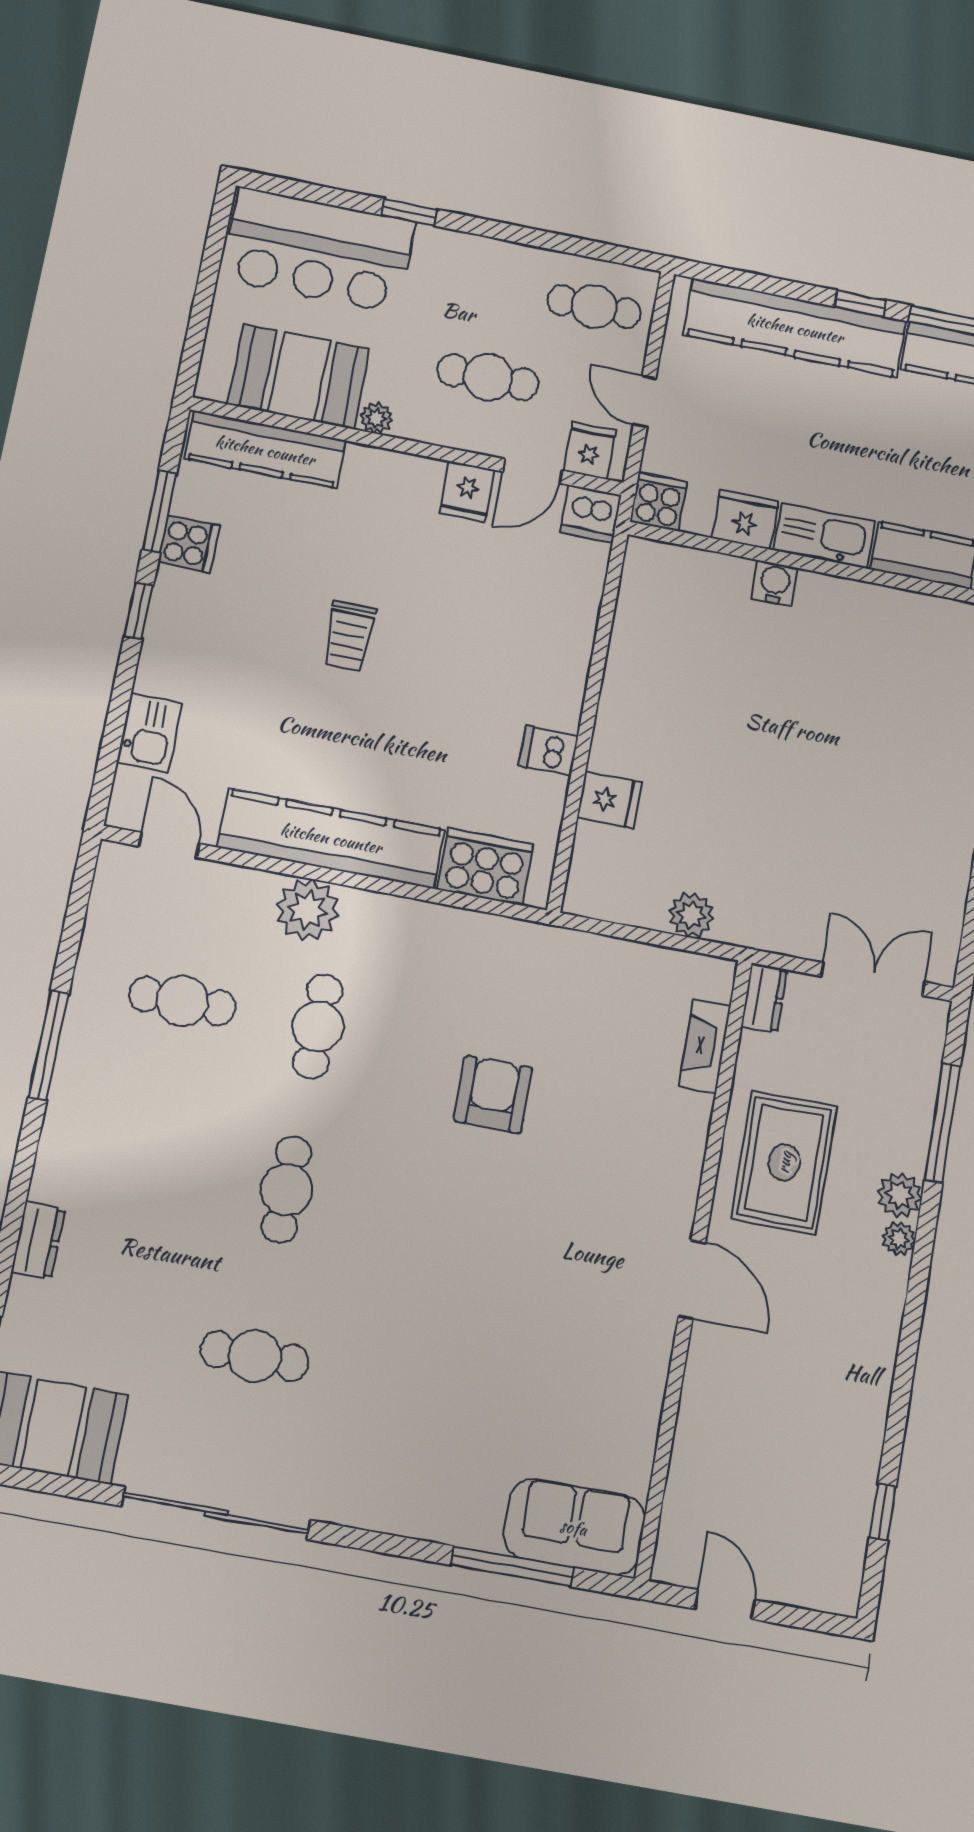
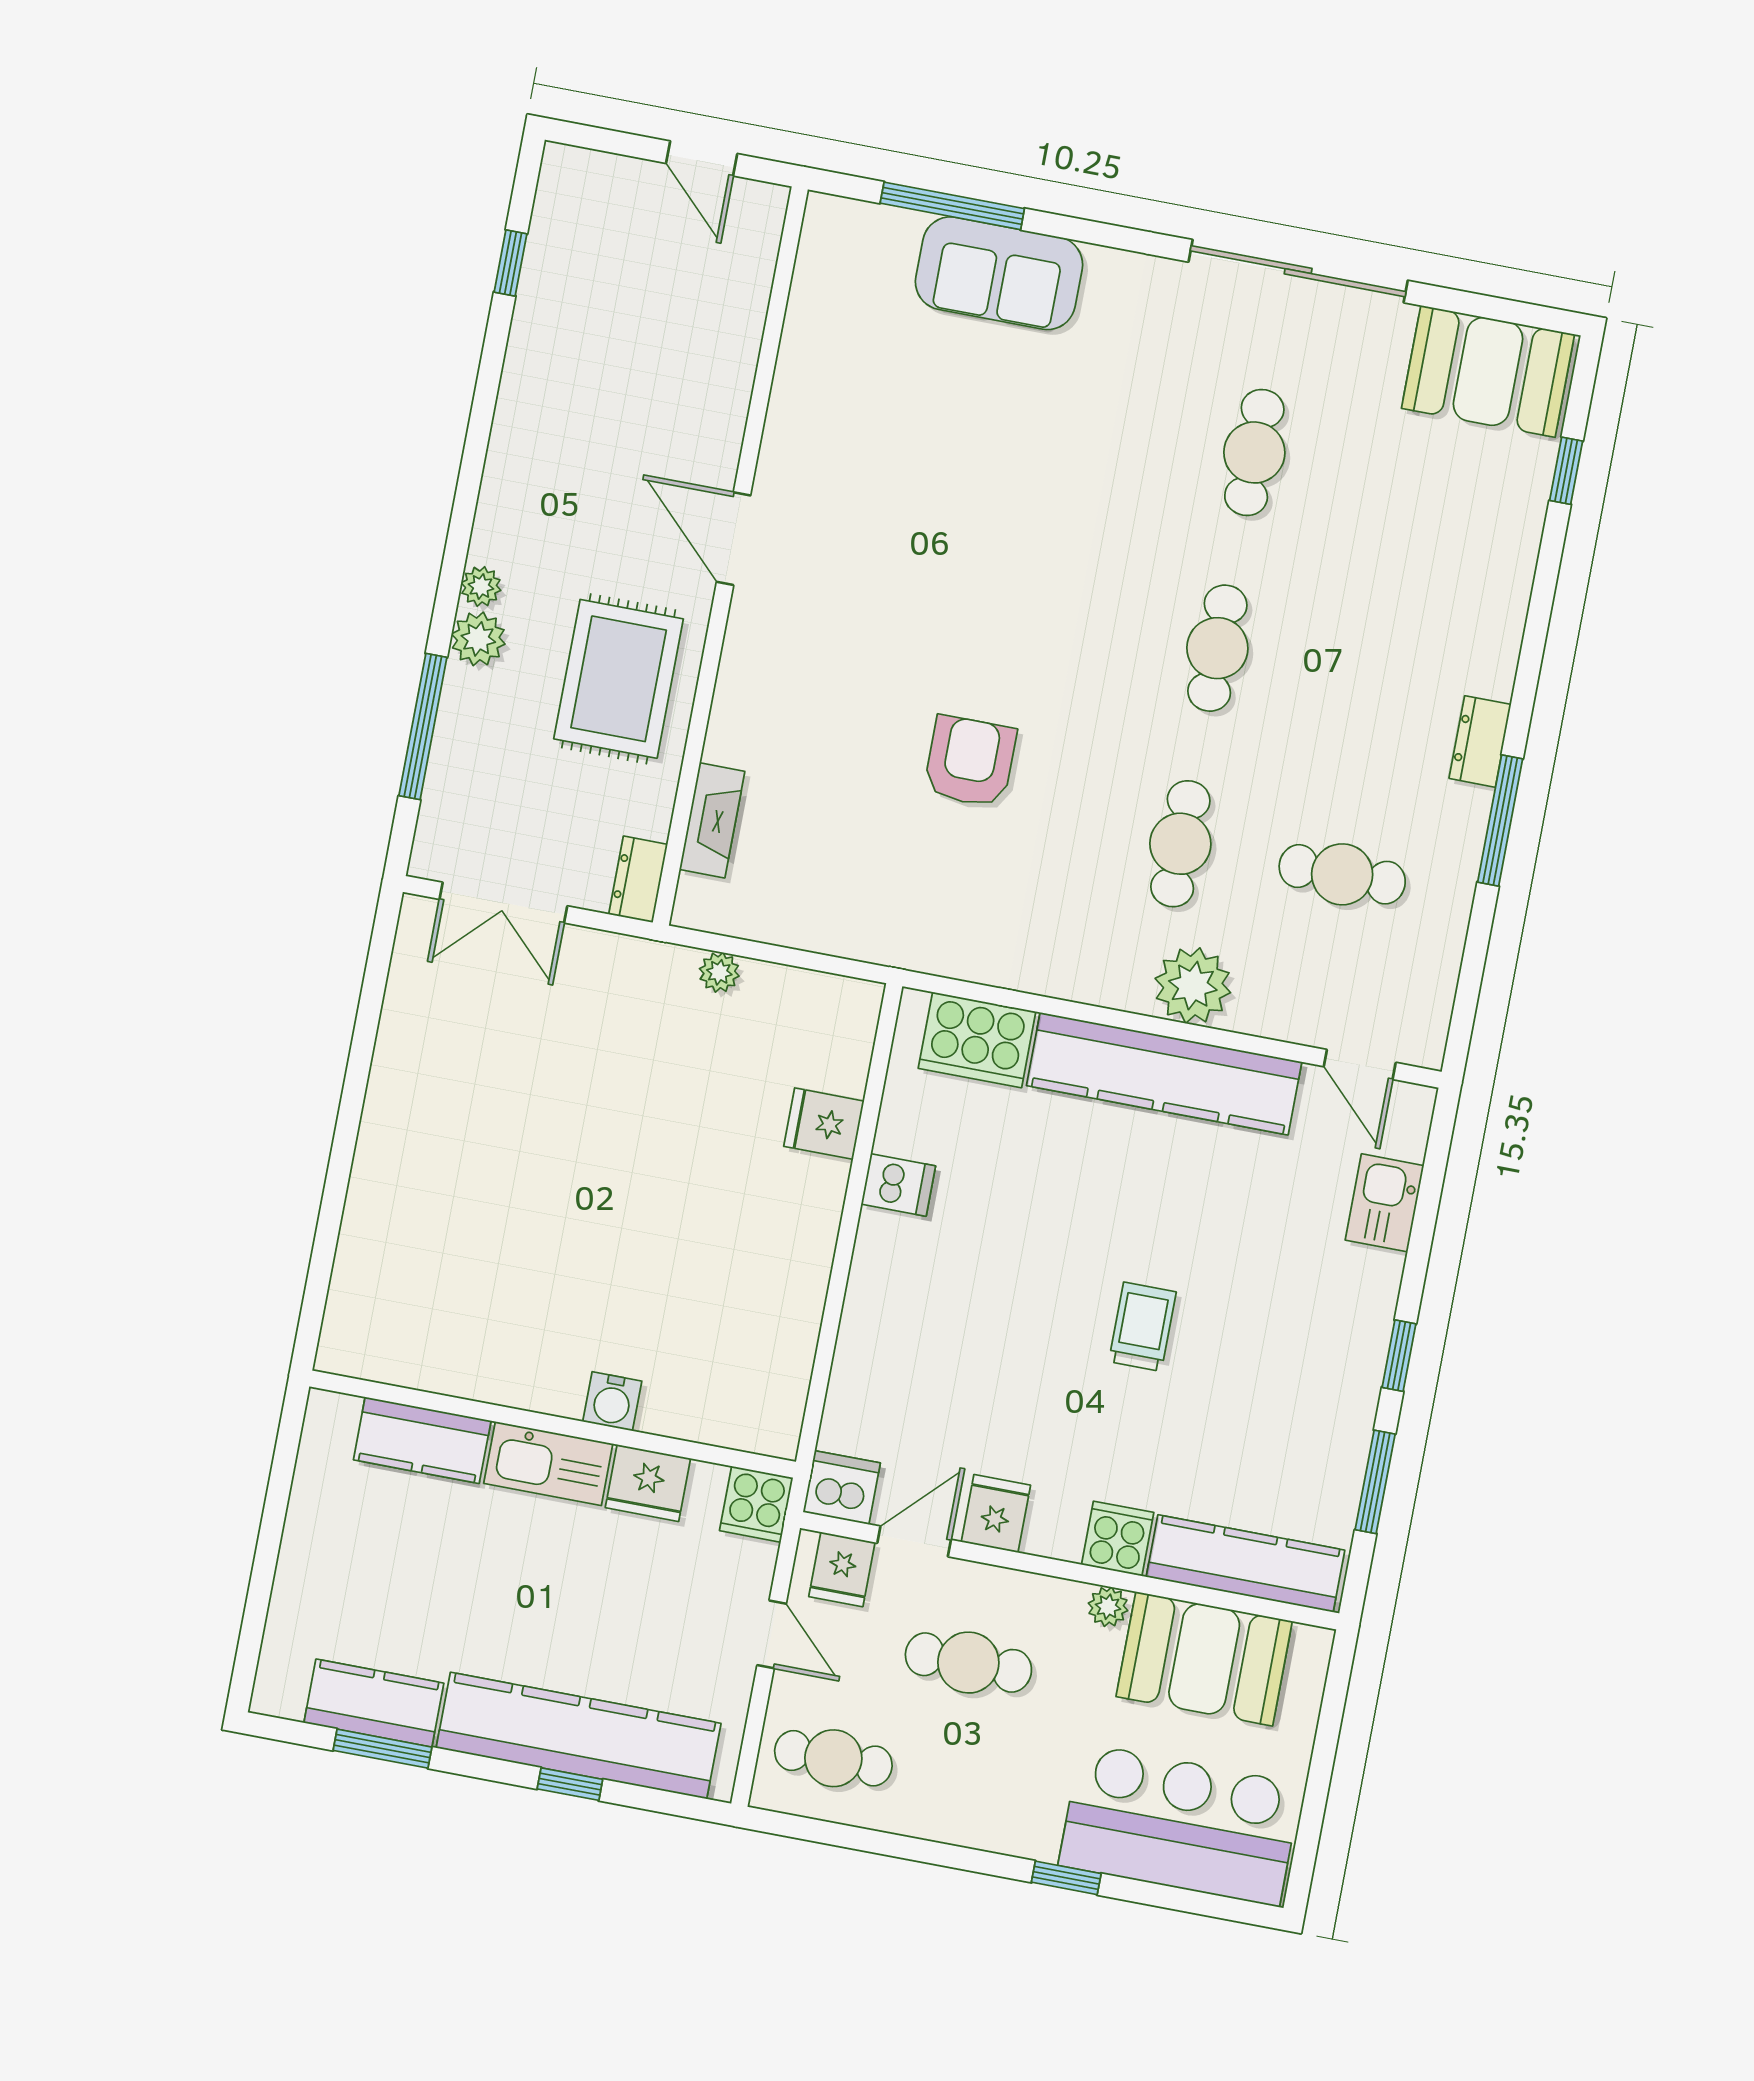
window: (860, 303) -> (570, 1784), moved
cooker: (189, 544) -> (1118, 1539), moved, turned 90
plant: (691, 915) -> (719, 972), width x0.73, depth x0.73
armchair: (493, 1094) -> (970, 762), turned 180
dresser: (38, 1241) -> (1480, 741), moved
cafe table: (255, 1356) -> (1254, 452), turned 90
sofa: (574, 1527) -> (999, 273), moved

